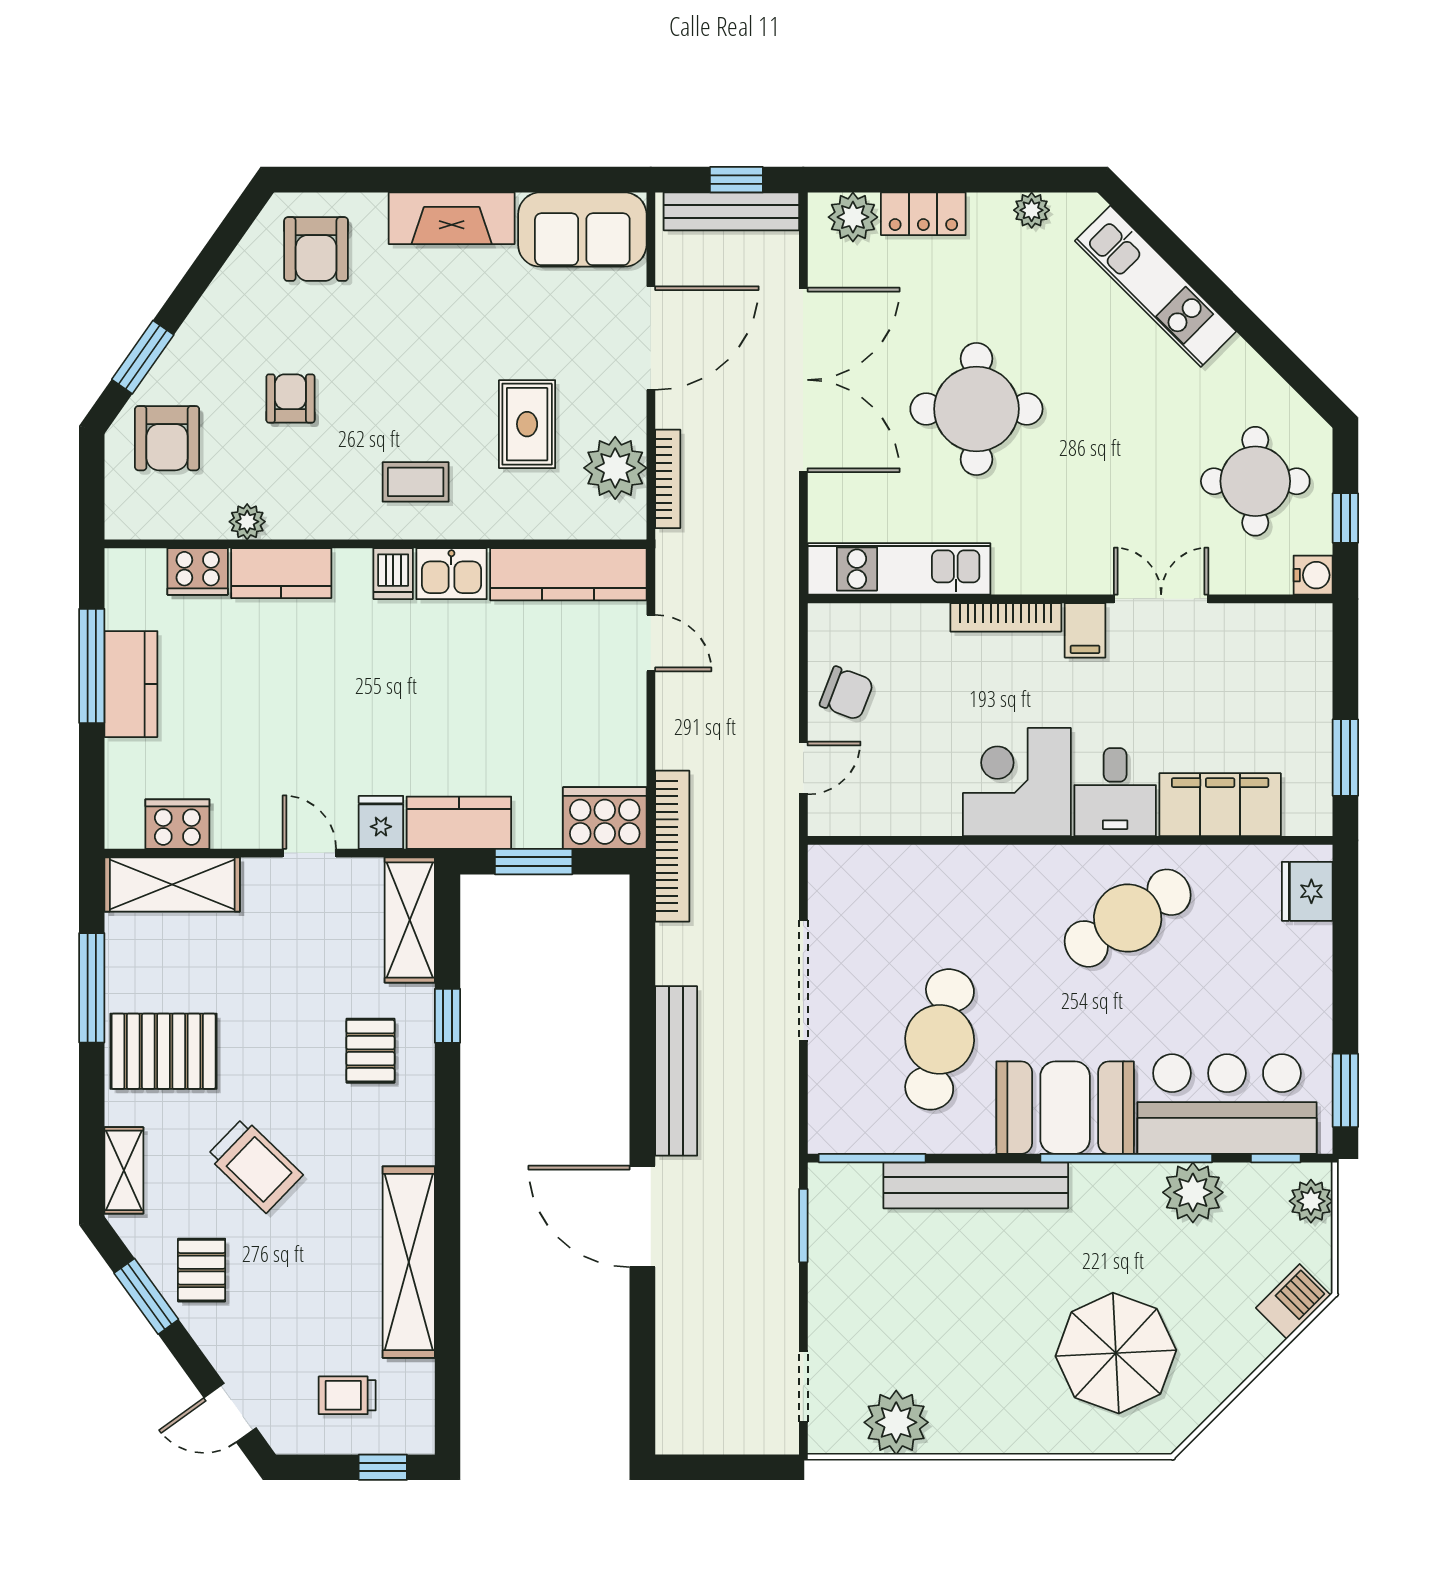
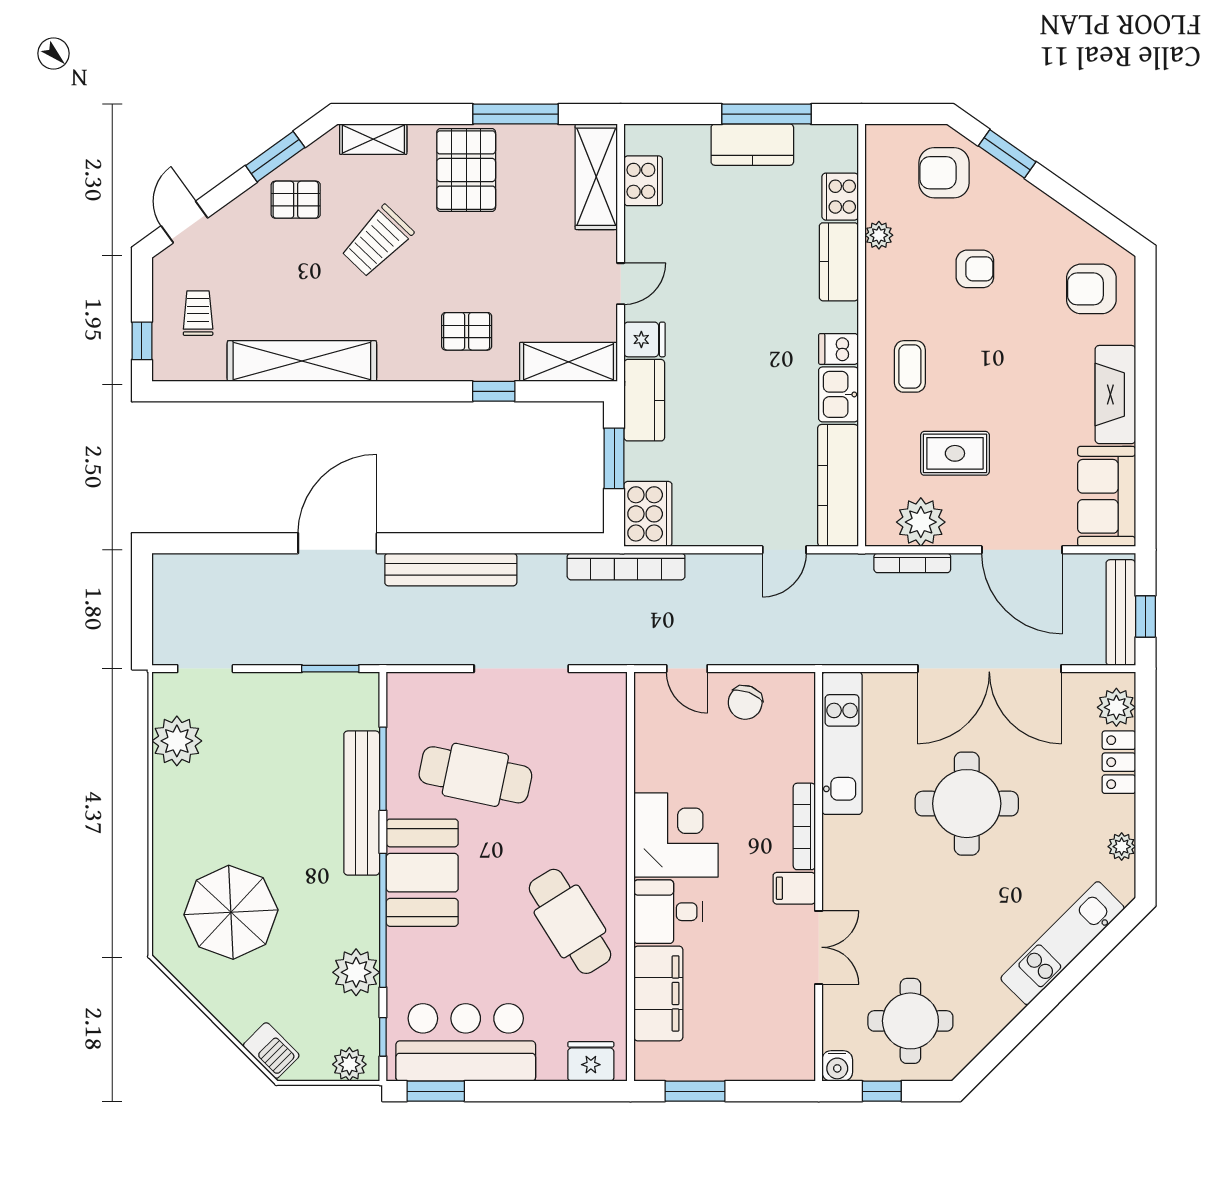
bar counter: (1227, 1104) -> (466, 1042), moved, turned -90
window: (872, 1158) -> (383, 769), moved

